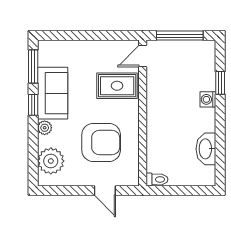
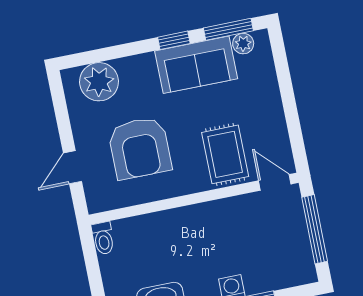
plant: (45, 128) -> (243, 44), moved

